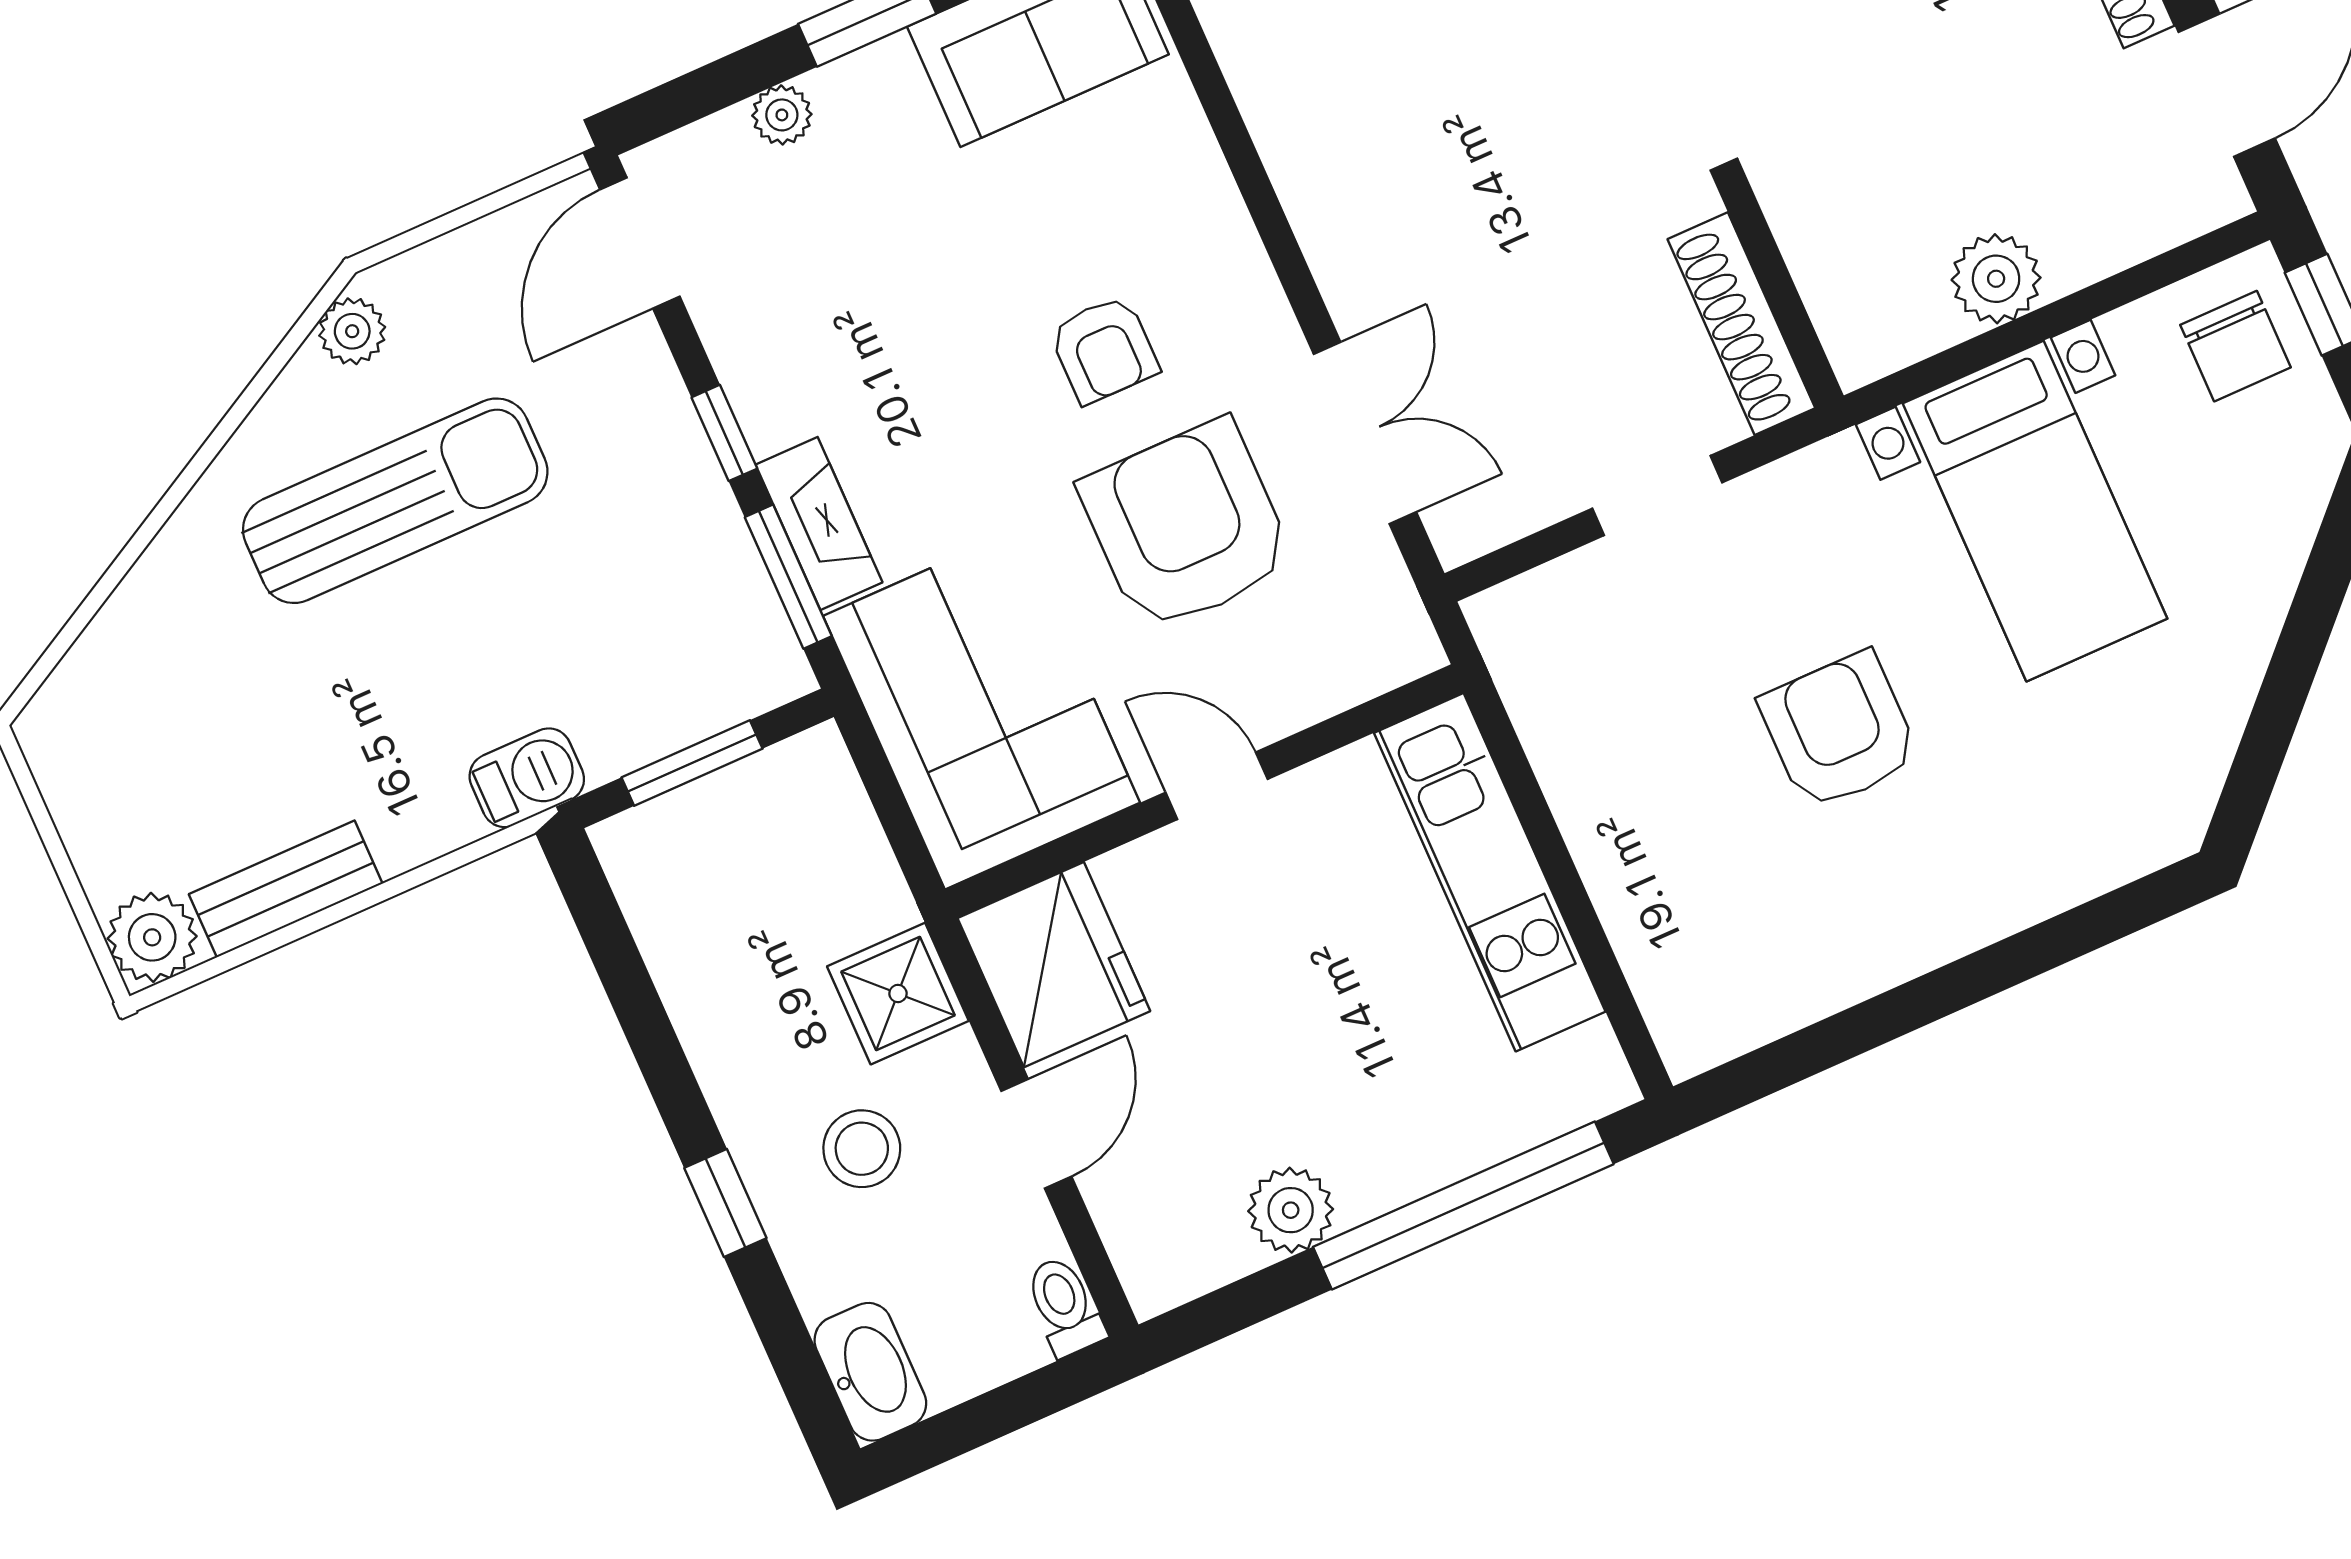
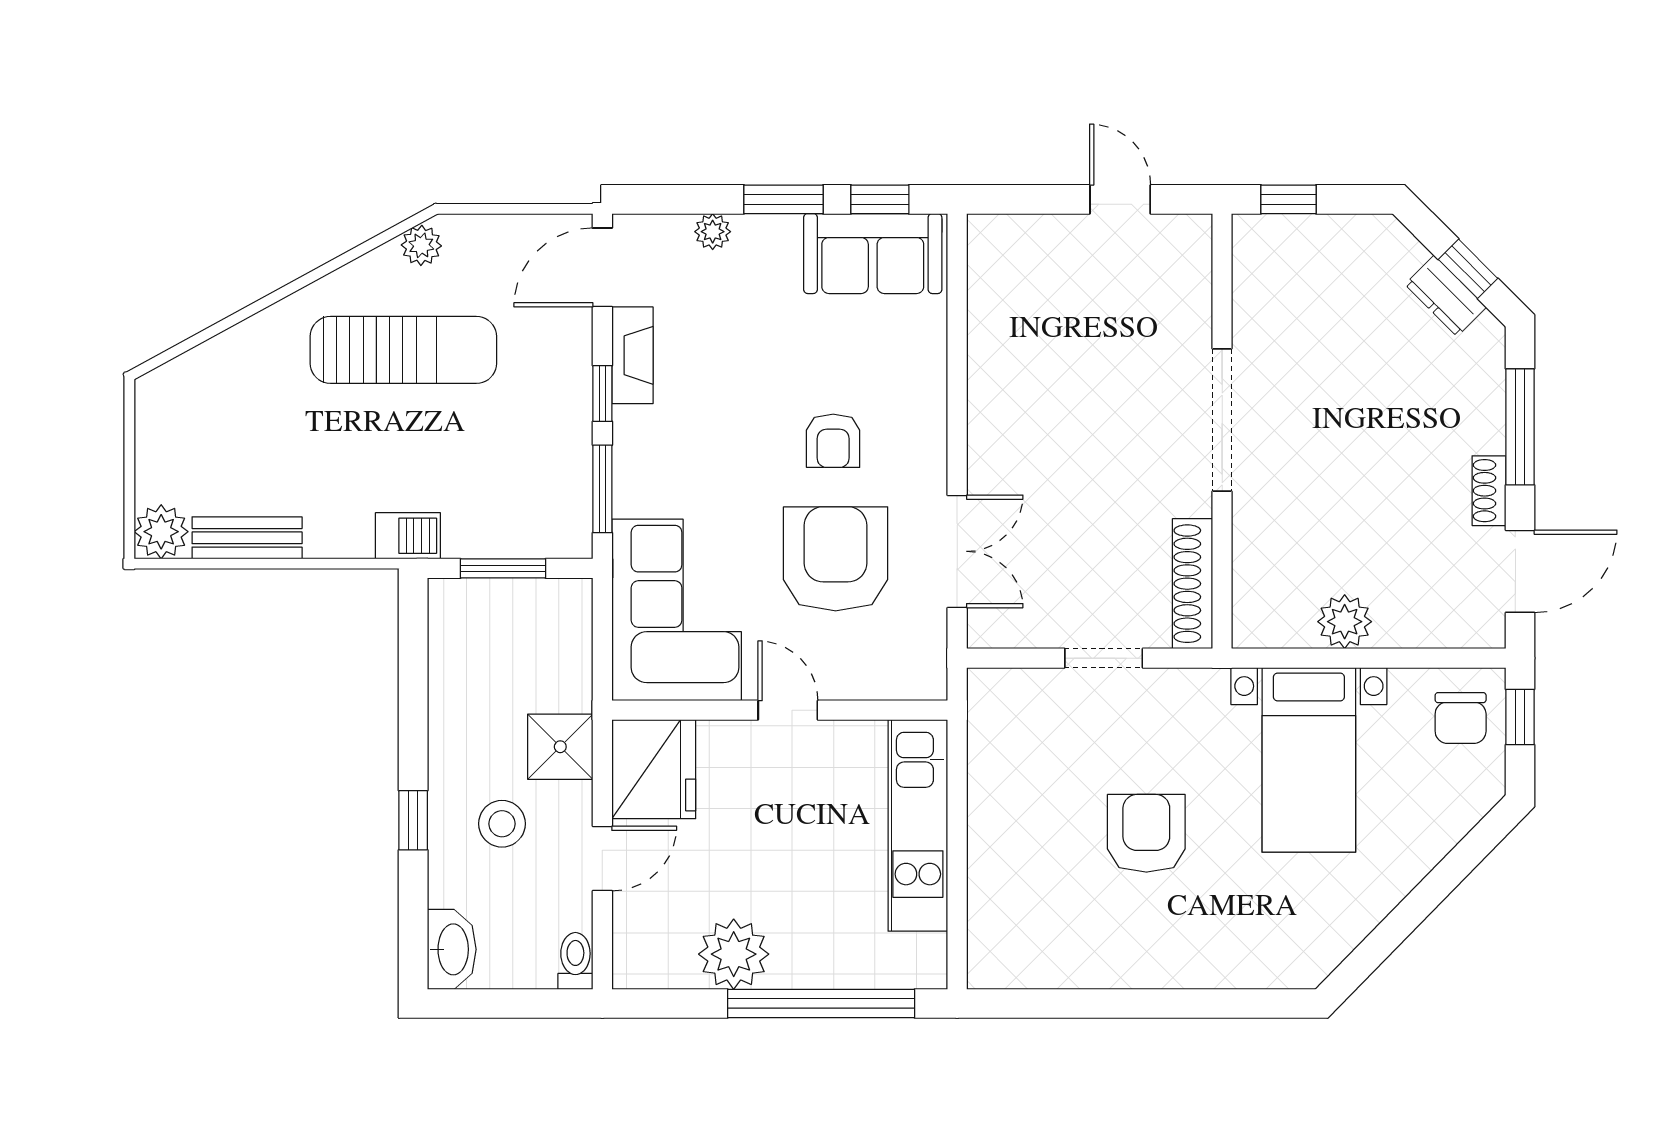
fireplace: (819, 523) -> (632, 355), moved
plant: (1291, 1210) -> (734, 954), width x1.36, depth x1.36

